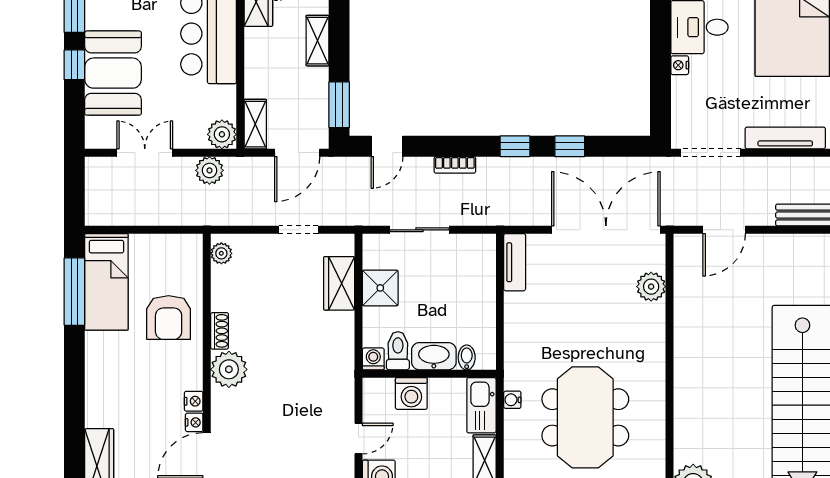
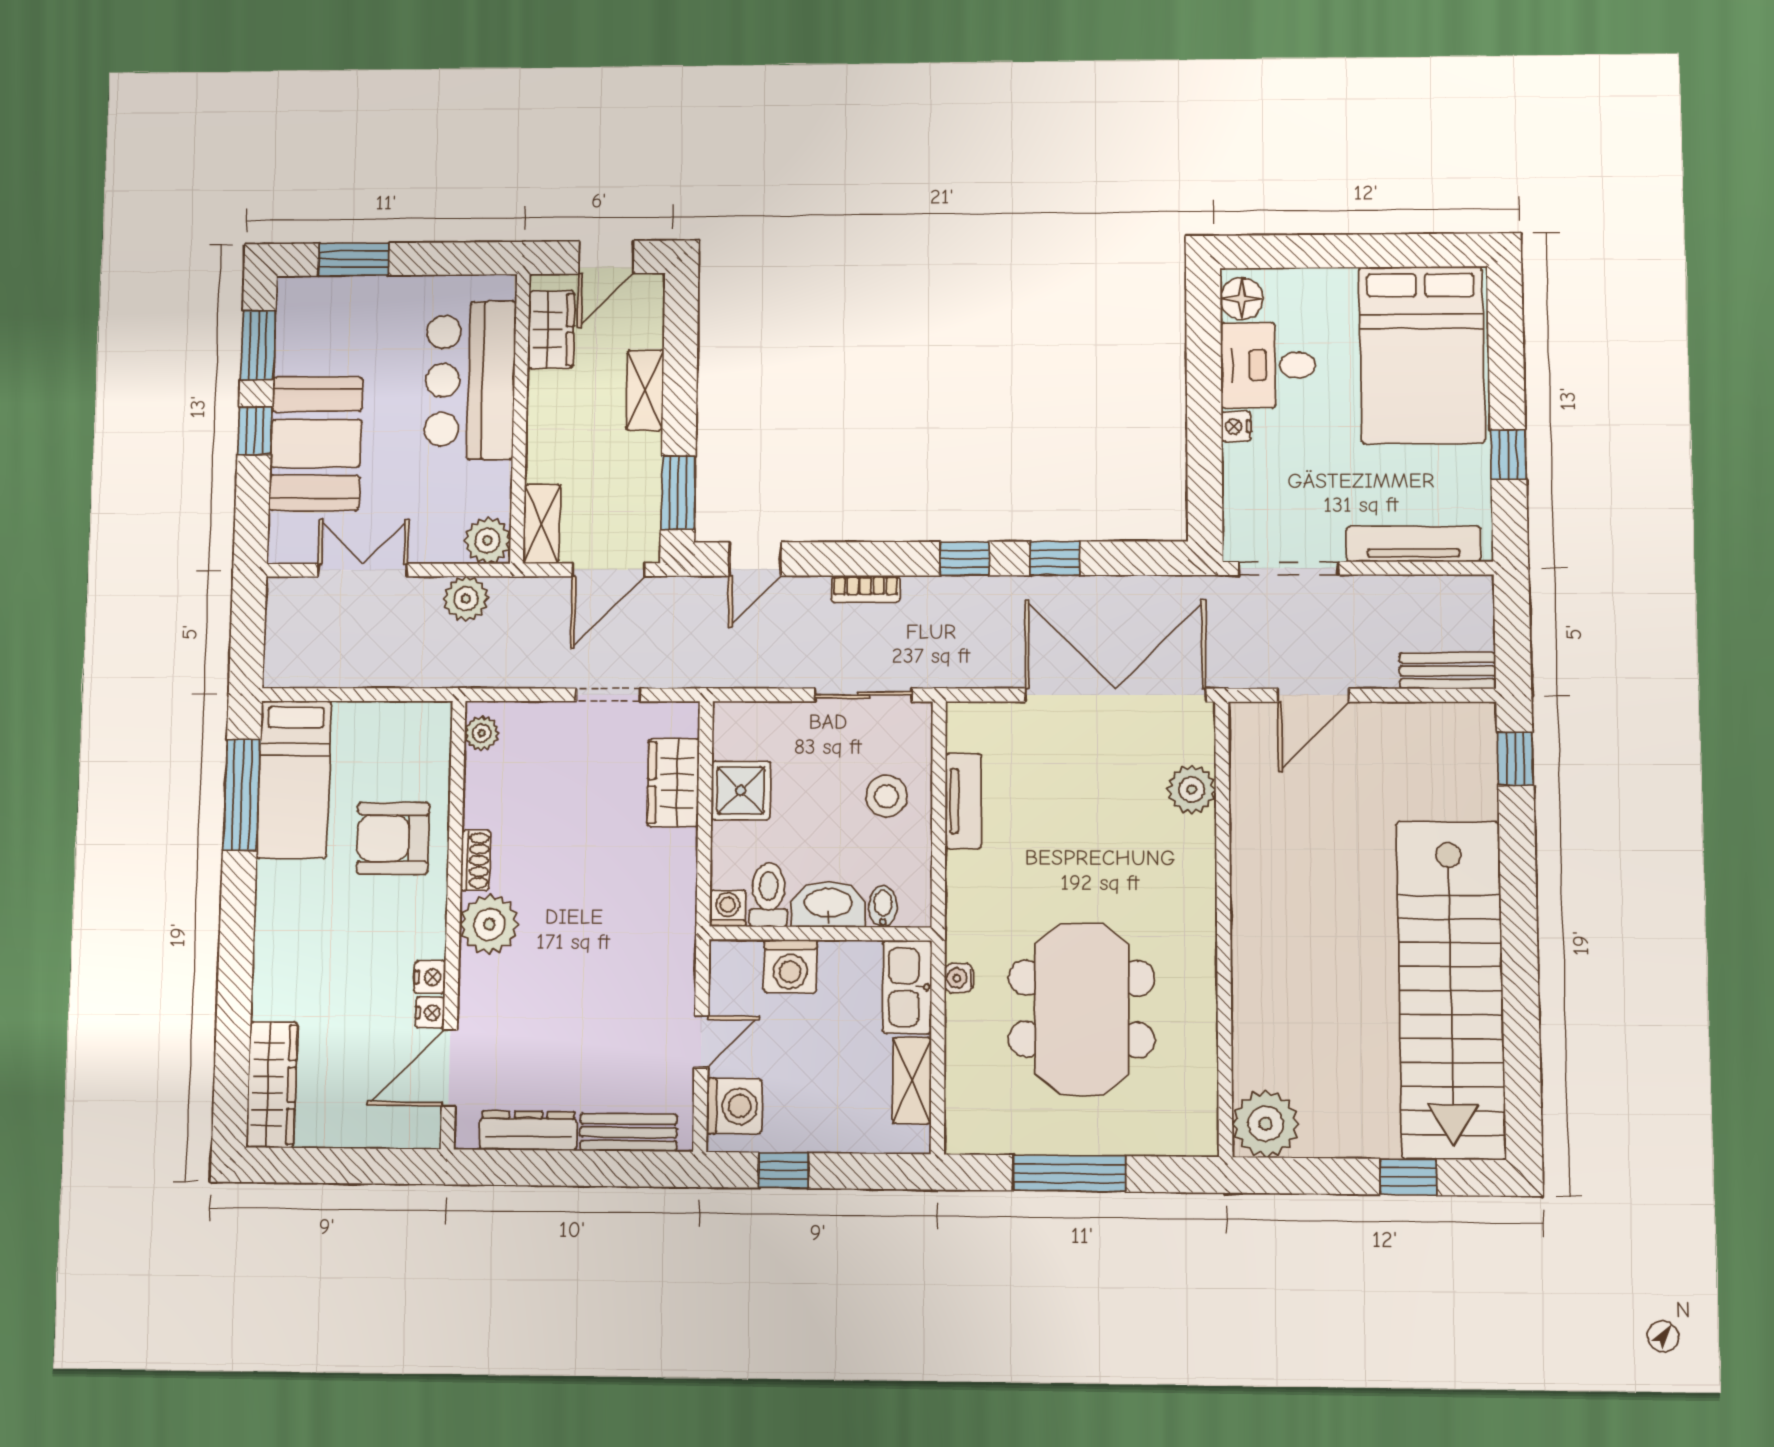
sliding door: (420, 230) -> (863, 695), moved
tv unit: (515, 262) -> (963, 801), moved
stool: (468, 291) -> (887, 796), added
armchair: (169, 318) -> (393, 838), turned 90

